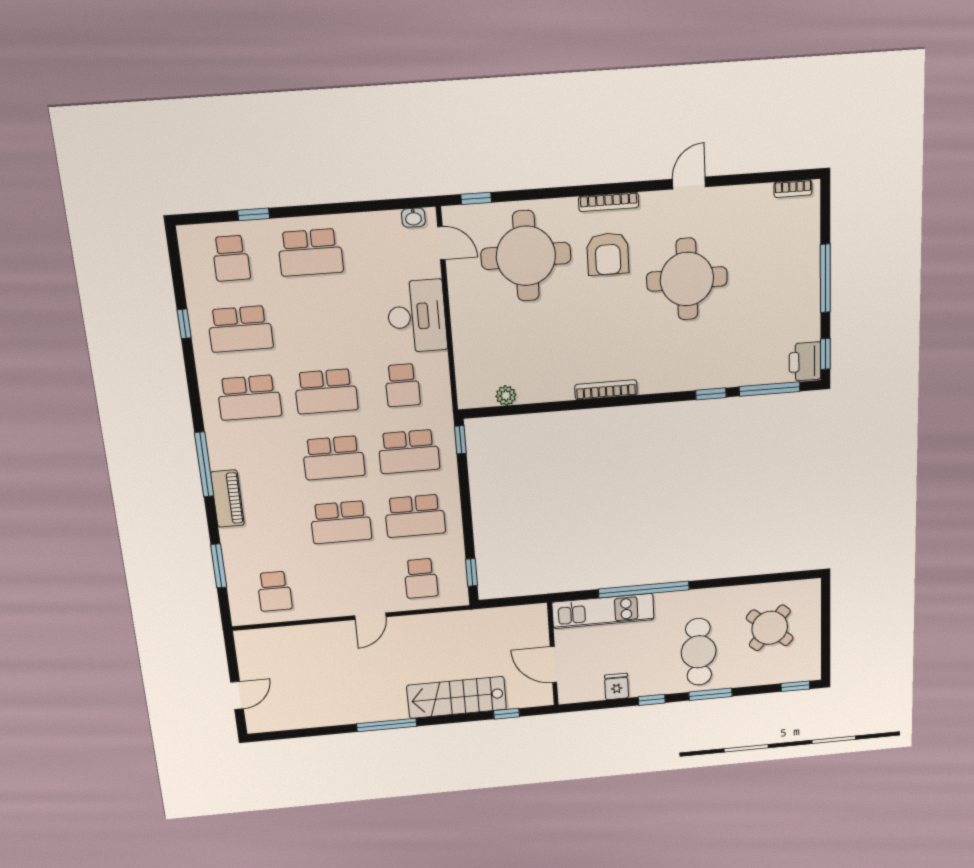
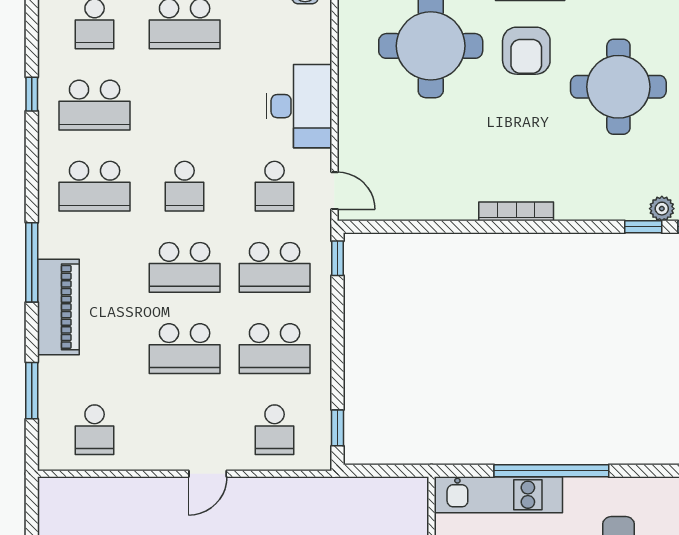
door: (441, 243) -> (334, 191), moved
school desk: (326, 391) -> (185, 186), width x0.54
plant: (506, 396) -> (662, 209), moved
piano: (227, 499) -> (58, 307), width x1.37, depth x1.33

